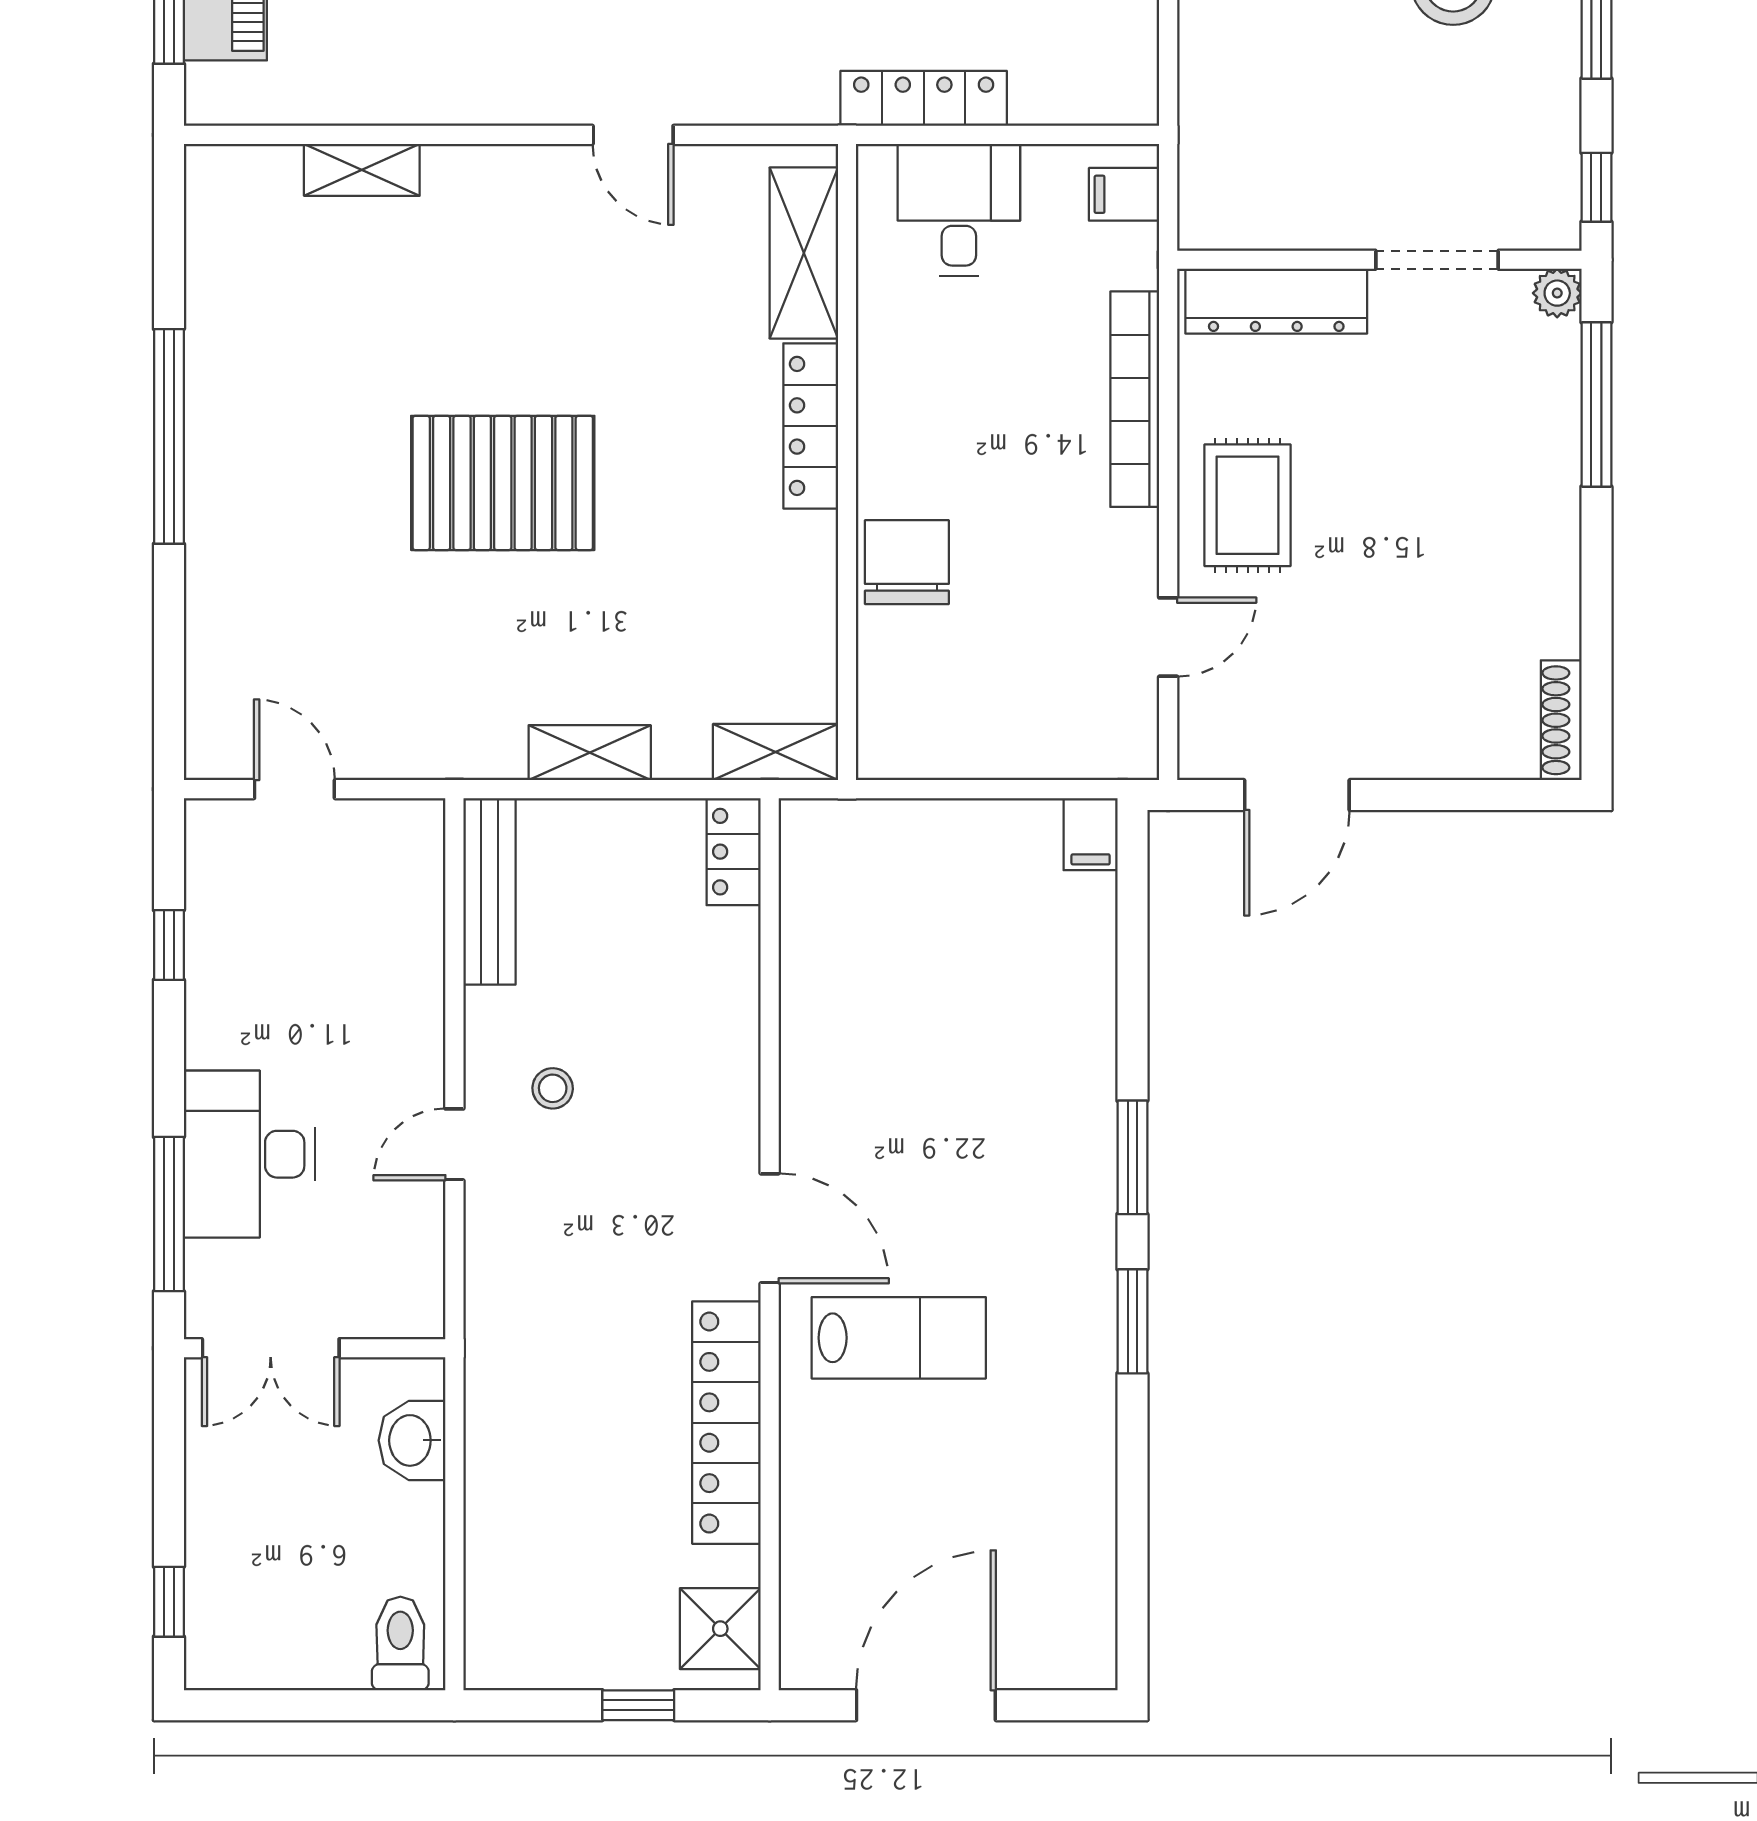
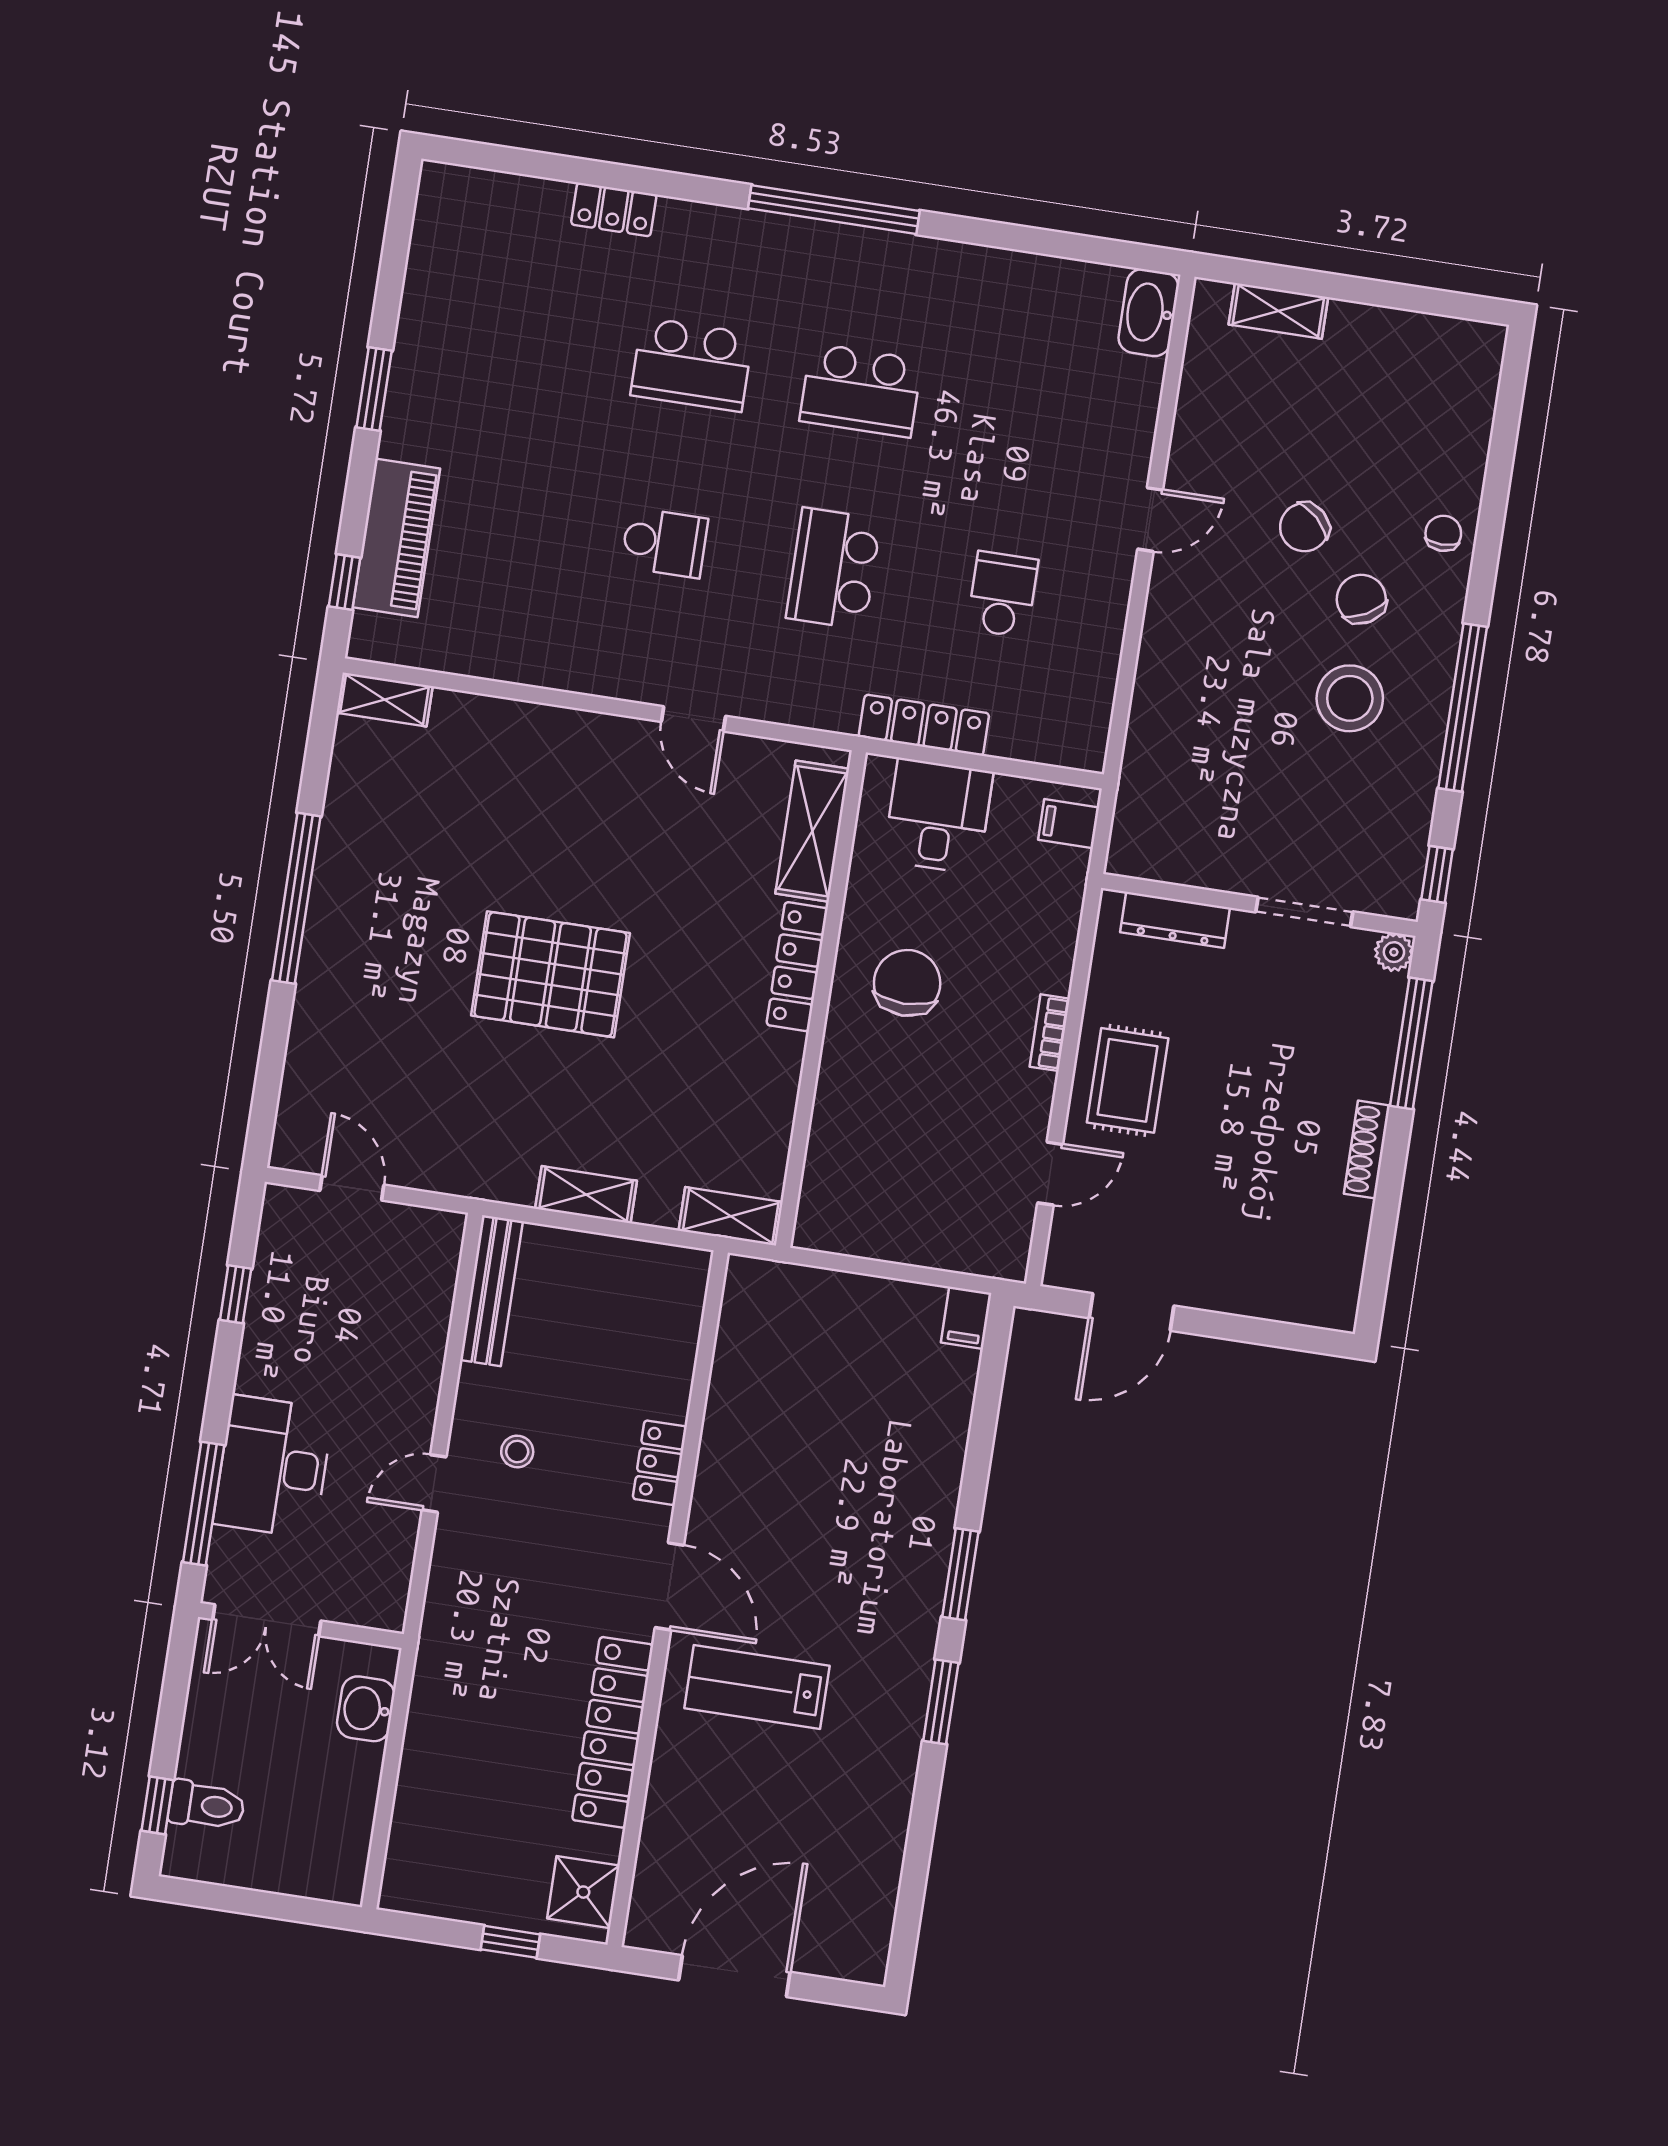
shelving: (362, 170) -> (385, 699), moved
dresser: (1276, 301) -> (1175, 920), width x0.73, depth x0.80
bookcase: (1135, 399) -> (1050, 1033), width x0.43, depth x0.76
chair: (907, 562) -> (907, 983), moved
shoe rack: (1561, 720) -> (1367, 1150), moved
locker: (734, 852) -> (660, 1463), moved
lab bench: (899, 1338) -> (757, 1687), turned 180
toilet: (400, 1643) -> (206, 1805), moved, turned 90

